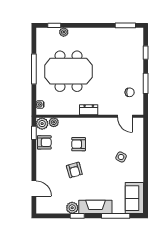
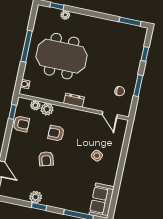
plant: (42, 124) -> (47, 109), moved
fireplace: (95, 207) -> (60, 201), removed

